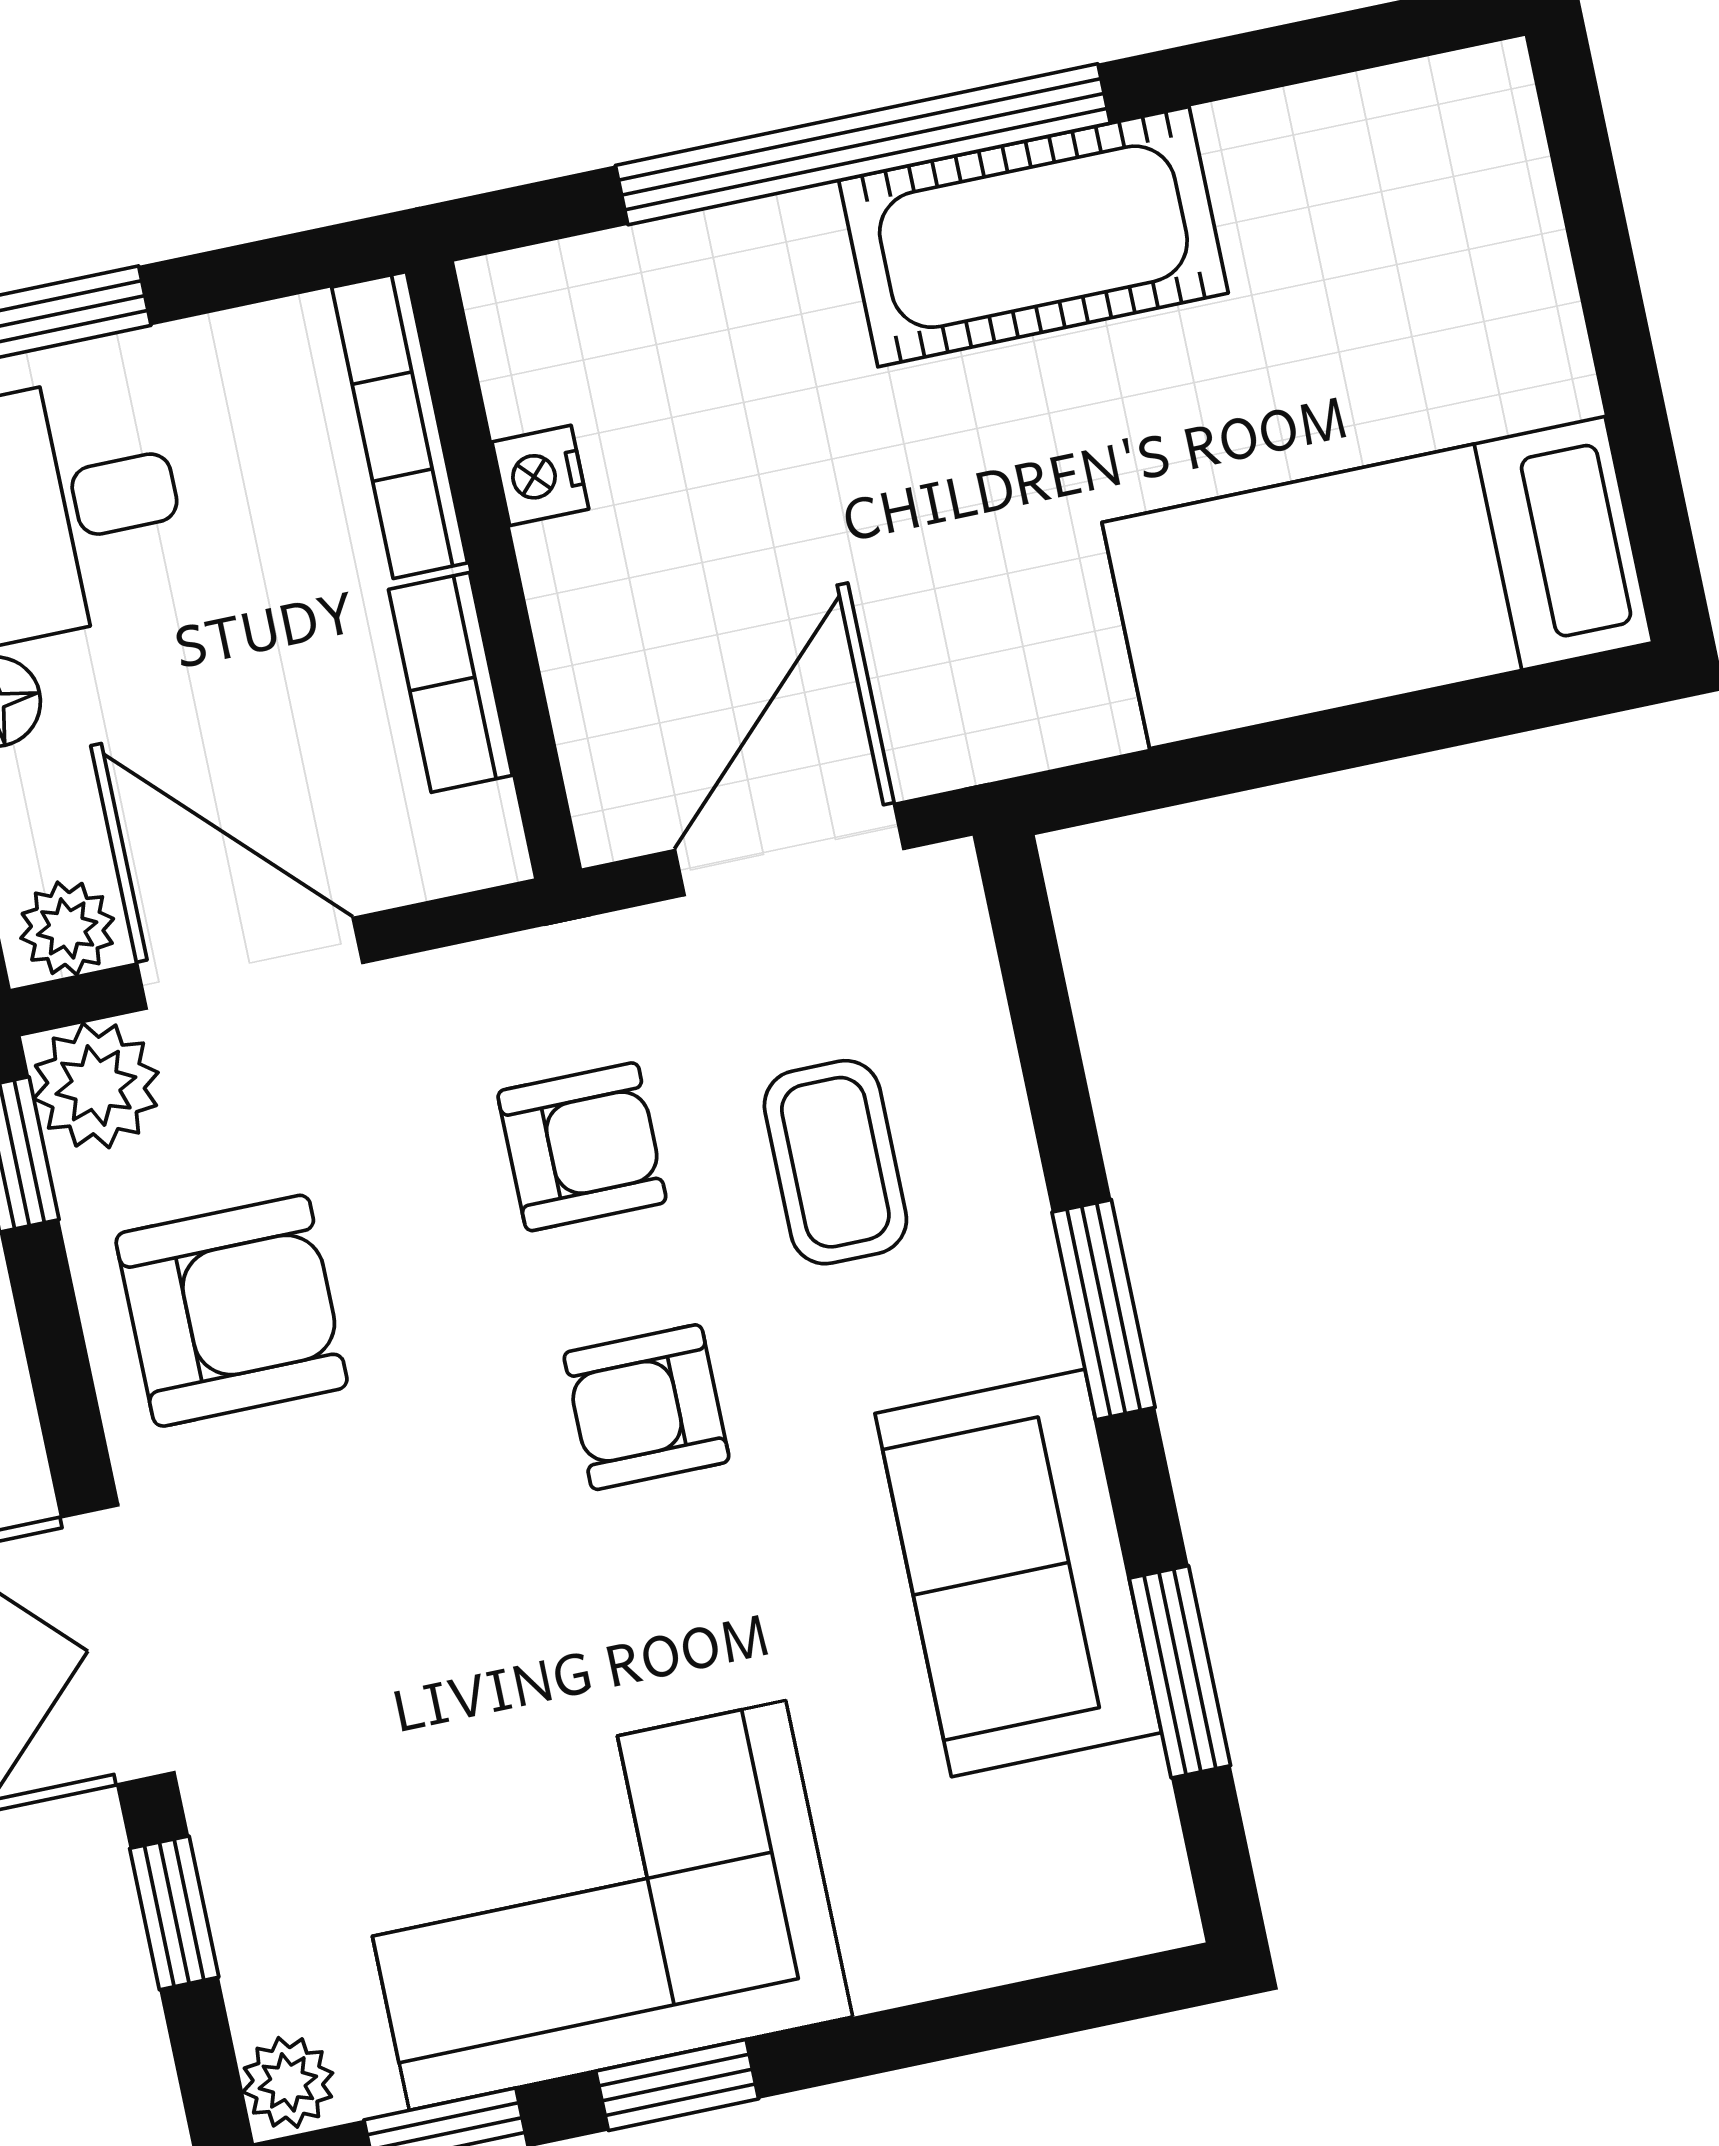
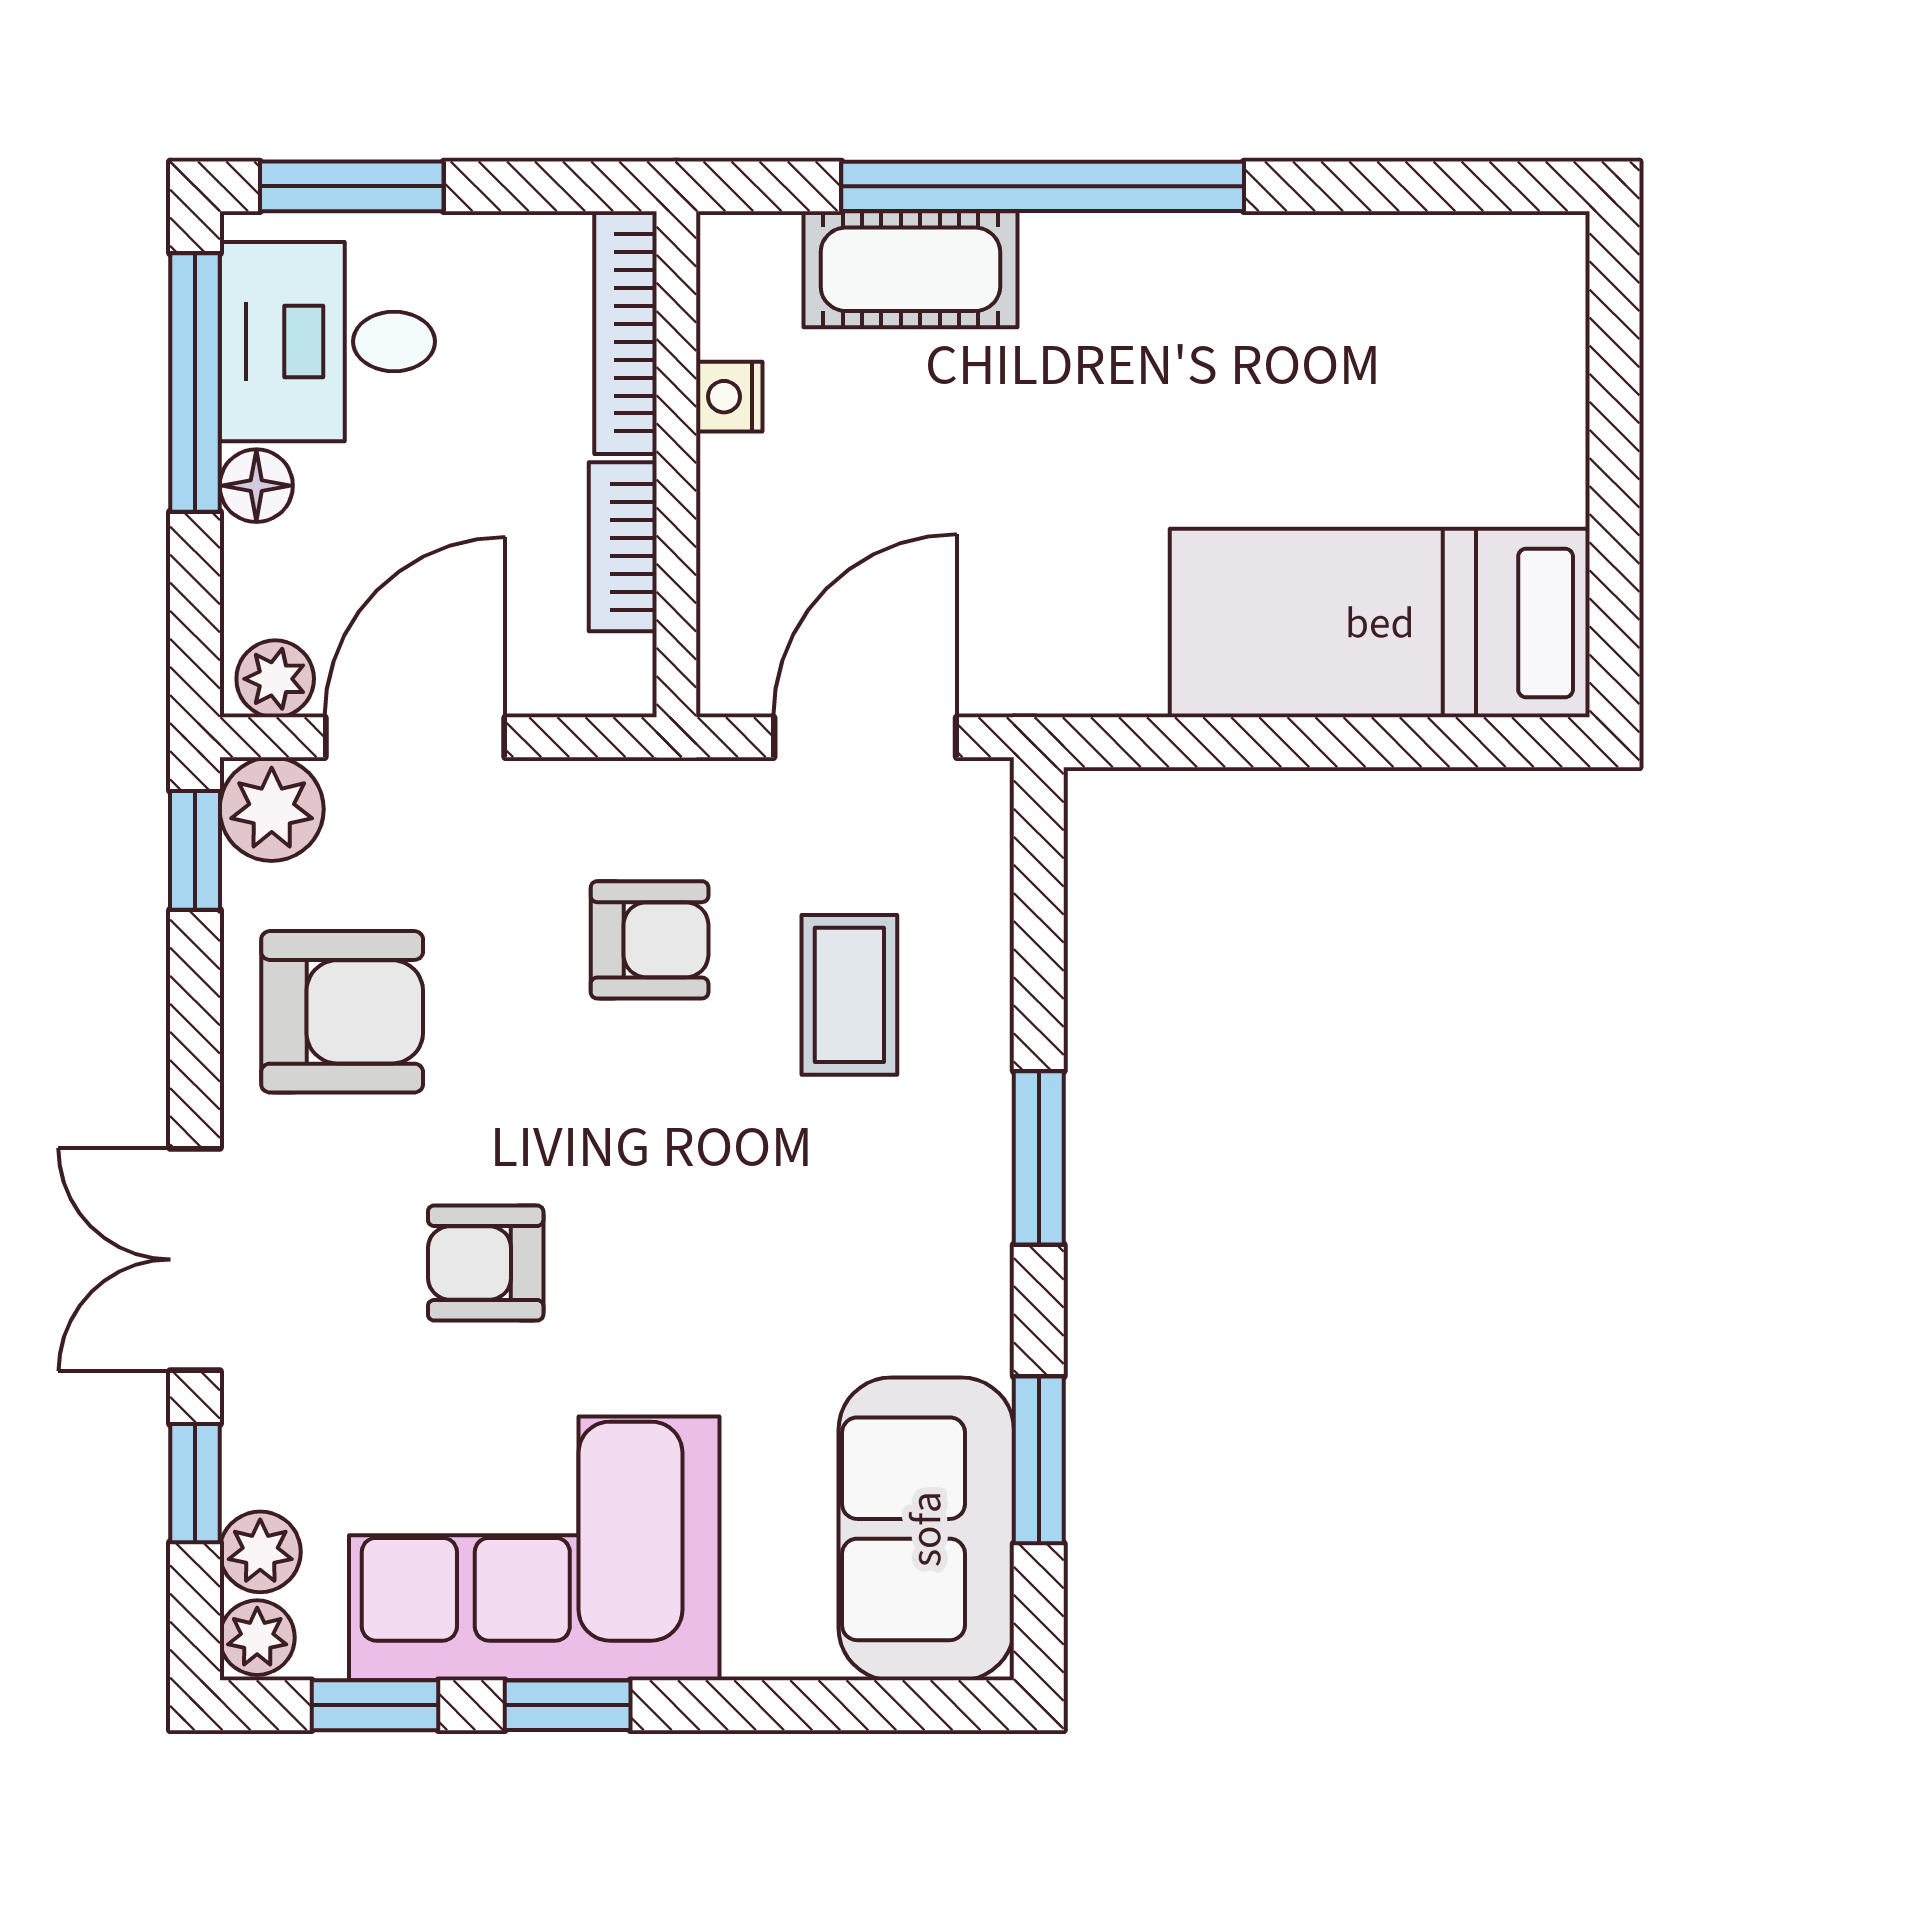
cot: (1033, 237) -> (910, 269), moved, width x0.73, depth x0.75
door: (250, 963) -> (415, 737), hinge flipped
armchair: (646, 1407) -> (486, 1263), moved
sofa: (1018, 1573) -> (926, 1529), moved
plant: (270, 1979) -> (260, 1552), added

